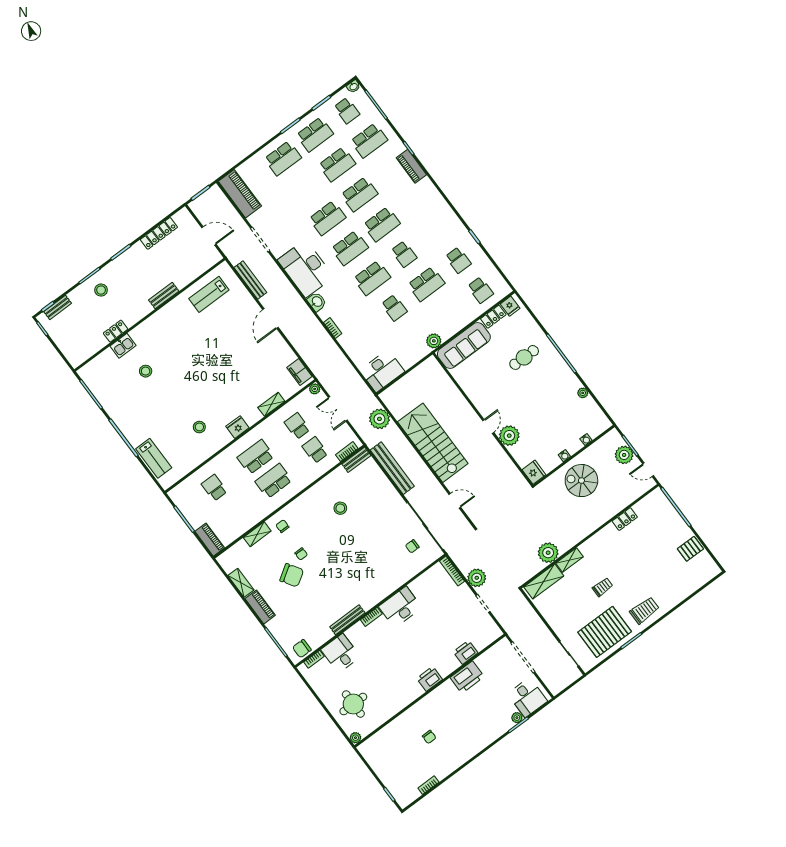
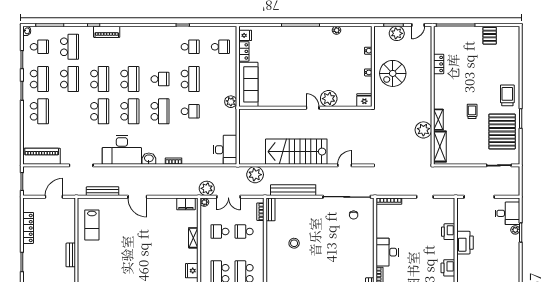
cafe table: (524, 357) -> (285, 51), removed
plant: (477, 578) -> (207, 188), moved

